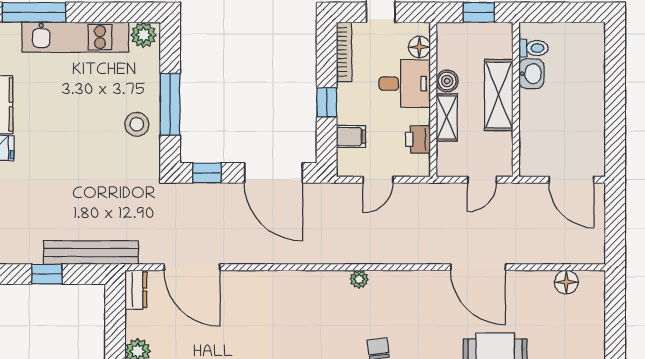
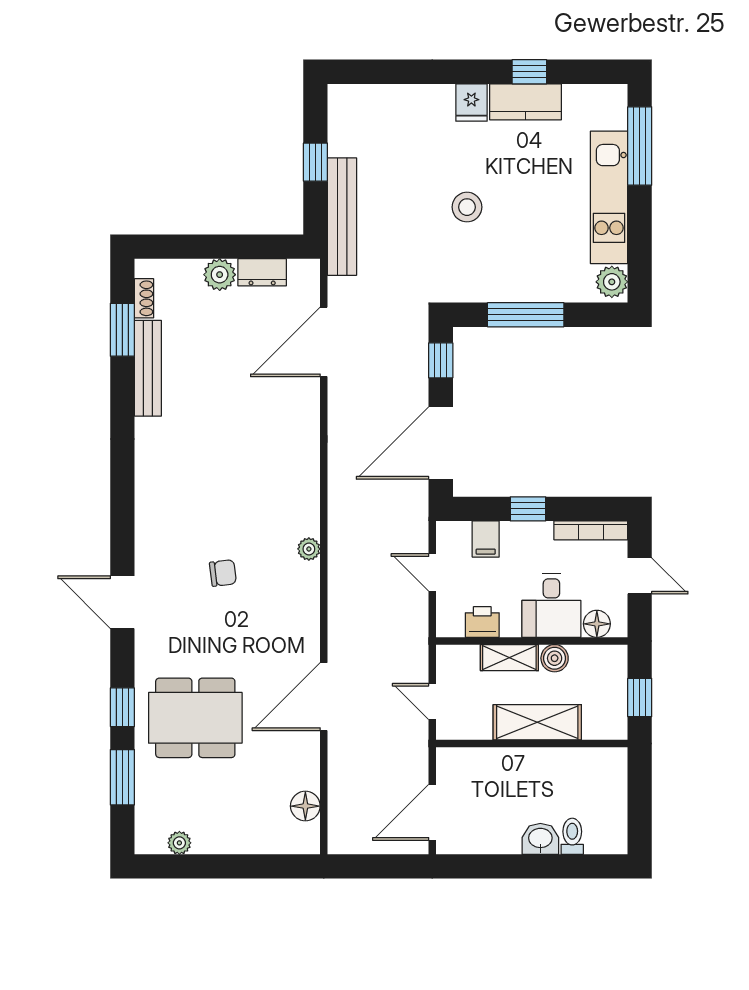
toilet: (533, 48) -> (572, 836), moved, turned 180
washbasin: (531, 74) -> (540, 839), moved, turned 180
stool: (137, 124) -> (467, 207), moved
dresser: (136, 290) -> (262, 272), moved

